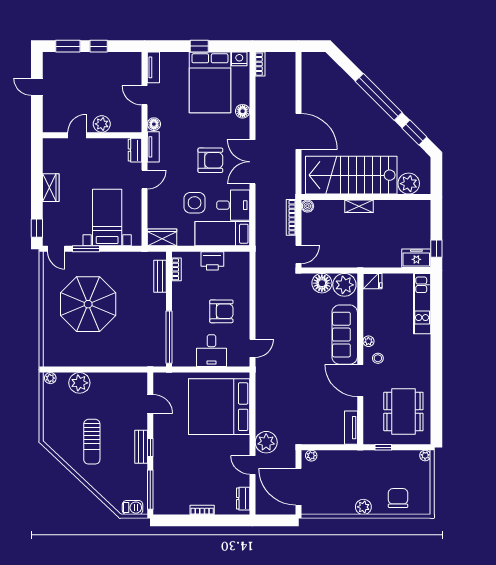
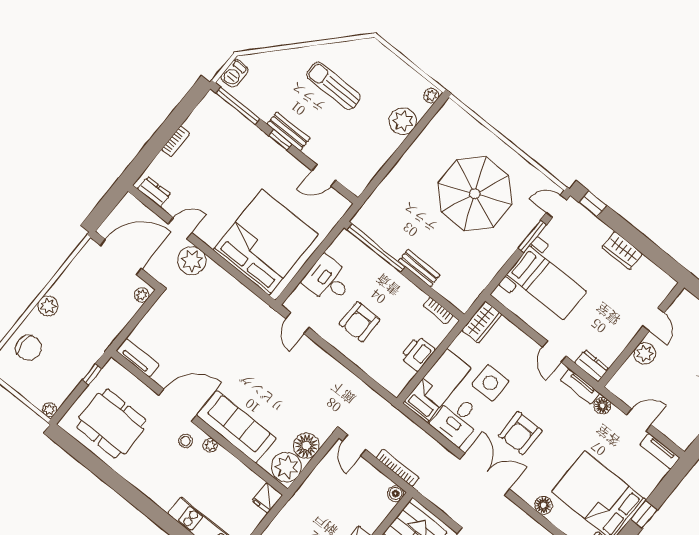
bench: (160, 276) -> (419, 268), moved

